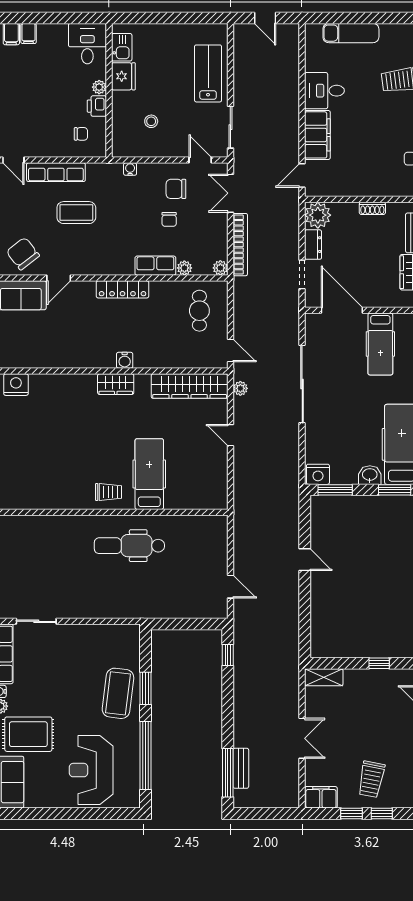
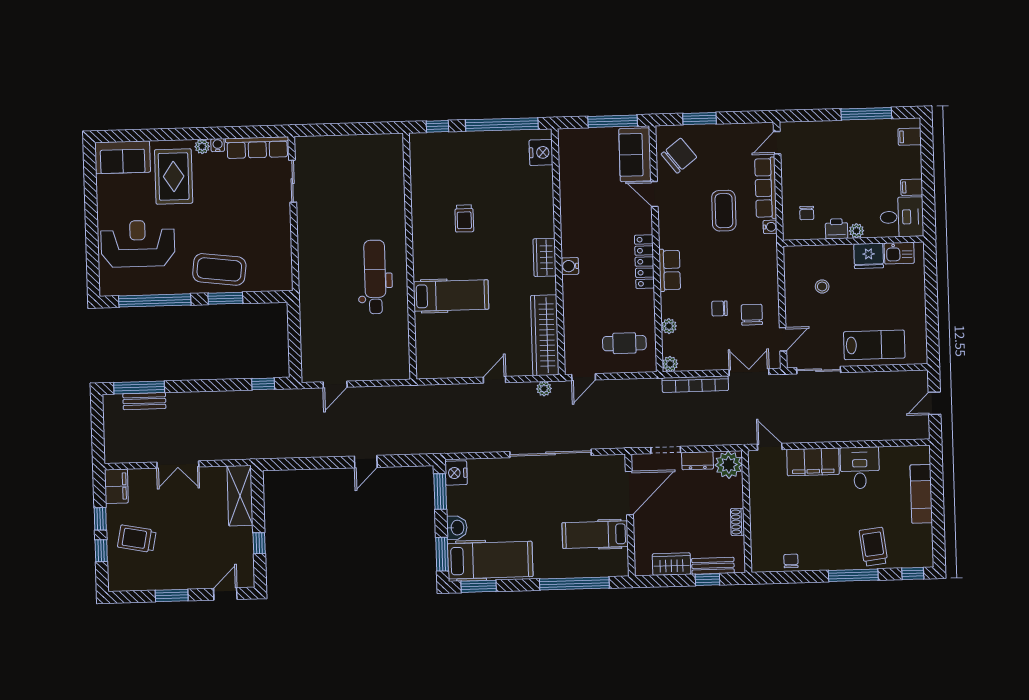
filing cabinet: (29, 34) -> (912, 187), moved
water cooler: (130, 169) -> (770, 227), moved
row of seats: (155, 266) -> (670, 270), moved
trolley: (109, 492) -> (464, 218), moved
shelving: (324, 677) -> (240, 496), width x1.50, depth x1.33

